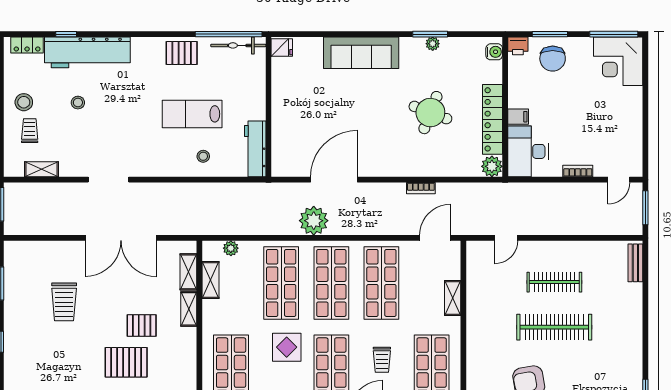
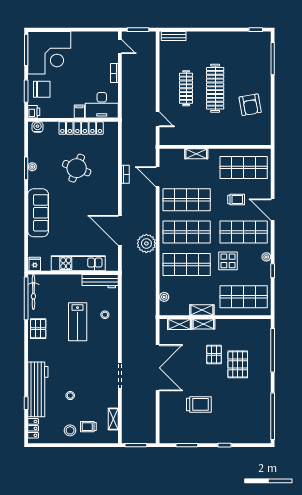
corner desk: (618, 61) -> (49, 53), width x1.36, depth x1.36
kitchen unit: (283, 115) -> (78, 263), added
plant: (492, 166) -> (111, 129), removed
door: (435, 238) -> (158, 177), moved
shelving: (210, 280) -> (202, 310), moved

